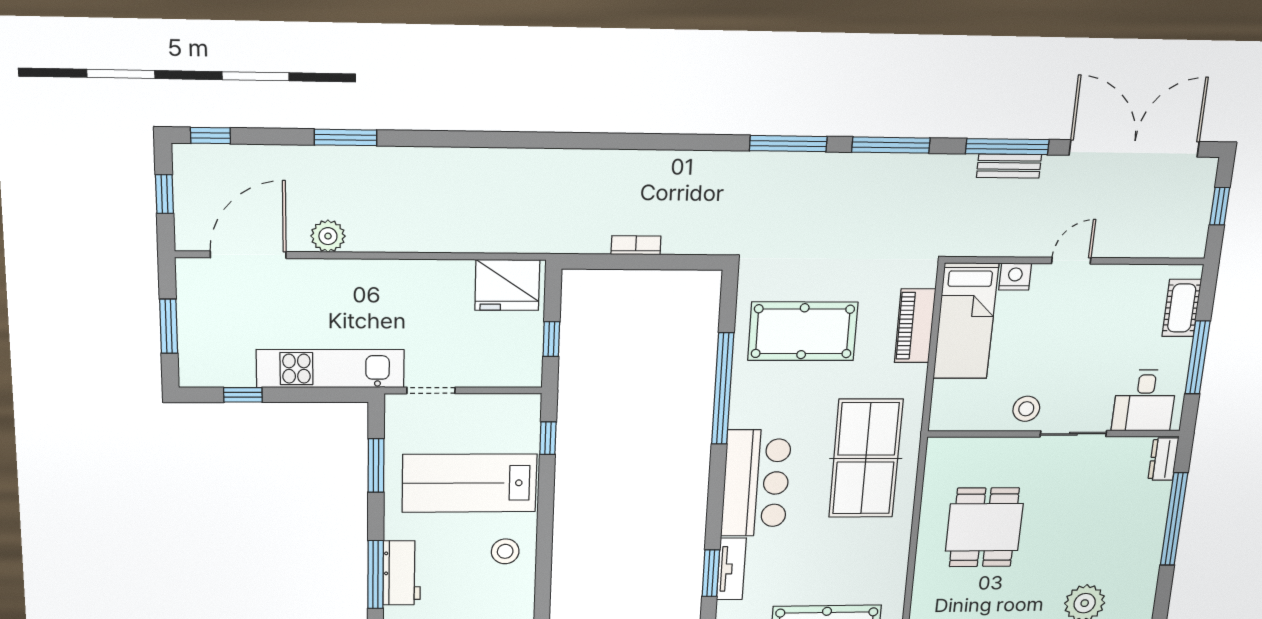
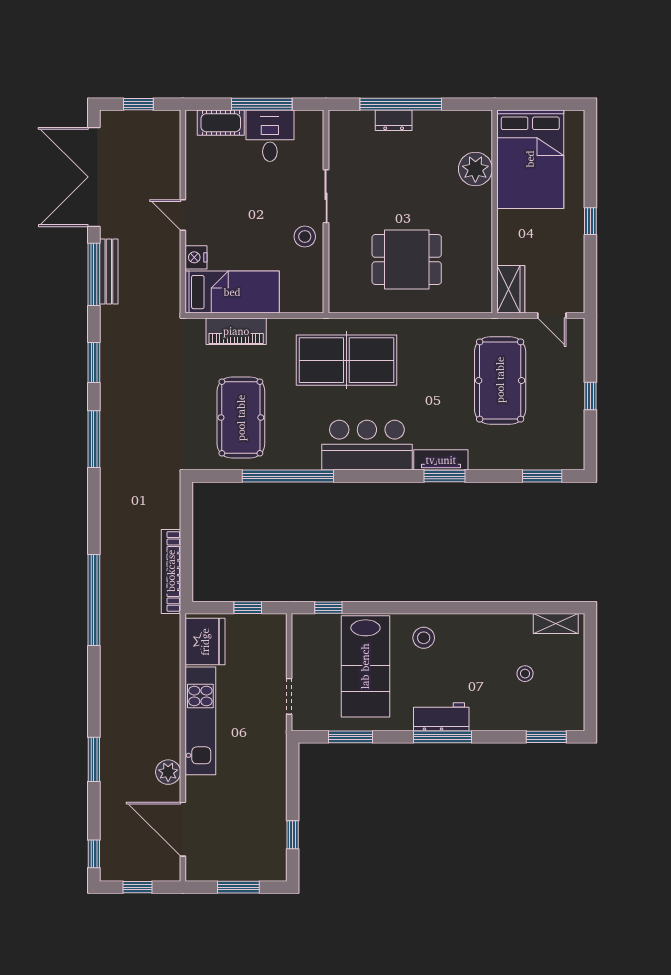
window: (569, 141) -> (94, 600), added
window: (891, 145) -> (94, 362), width x0.69
bench: (1009, 166) -> (109, 272), width x1.36
bookcase: (636, 245) -> (171, 571), width x2.31, depth x1.31
kitchen unit: (330, 369) -> (200, 721), moved, turned 180
desk: (1144, 401) -> (270, 136), moved, turned -90
dresser: (1163, 459) -> (394, 120), moved

